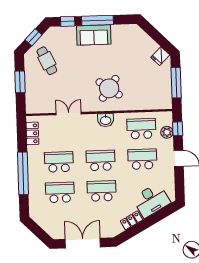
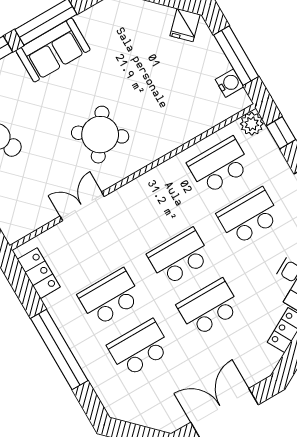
round table: (109, 88) -> (100, 135), moved
water cooler: (166, 94) -> (229, 83), added
washbasin: (106, 120) -> (151, 184), removed
plant: (167, 132) -> (252, 124), moved

